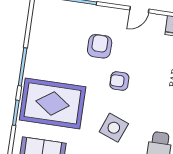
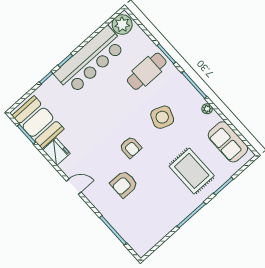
rug: (53, 103) -> (192, 171), width x0.73, depth x0.69

